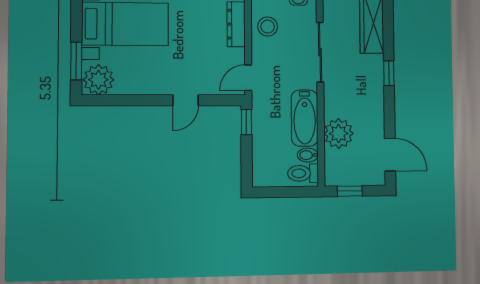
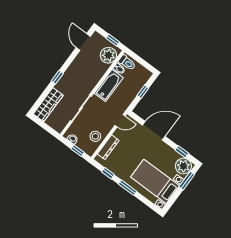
window: (118, 100) -> (182, 152), added
door: (186, 100) -> (154, 131), width x1.87
window: (246, 122) -> (143, 92), moved
plant: (339, 133) -> (108, 55), moved

